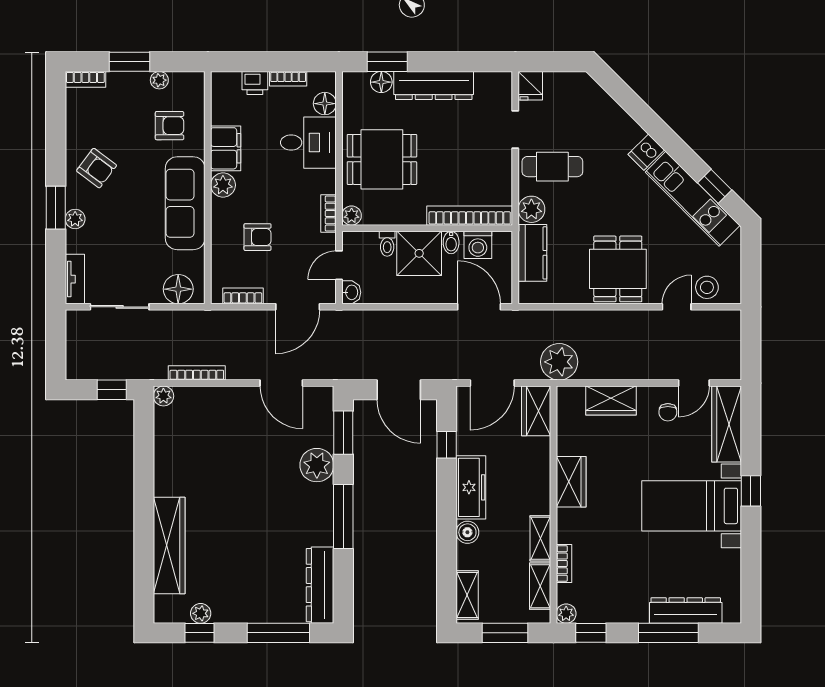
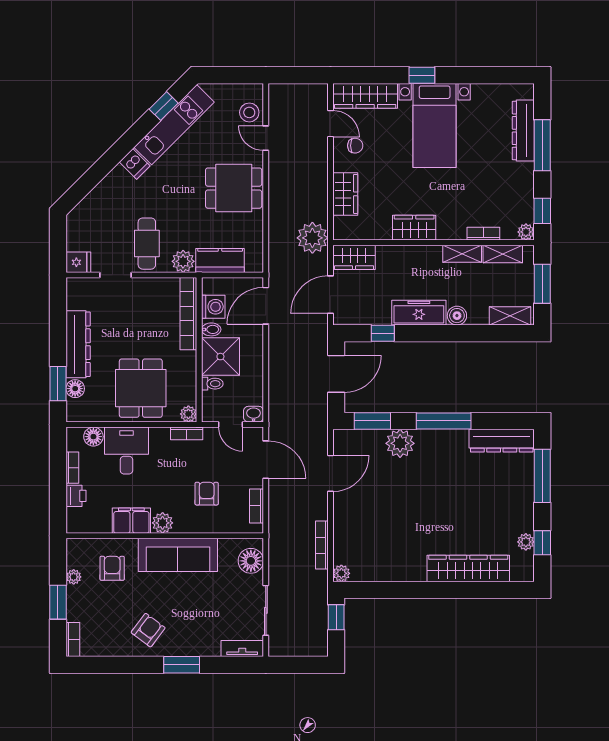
plant: (75, 219) -> (191, 648), removed
door: (492, 383) -> (330, 295), swing flipped

